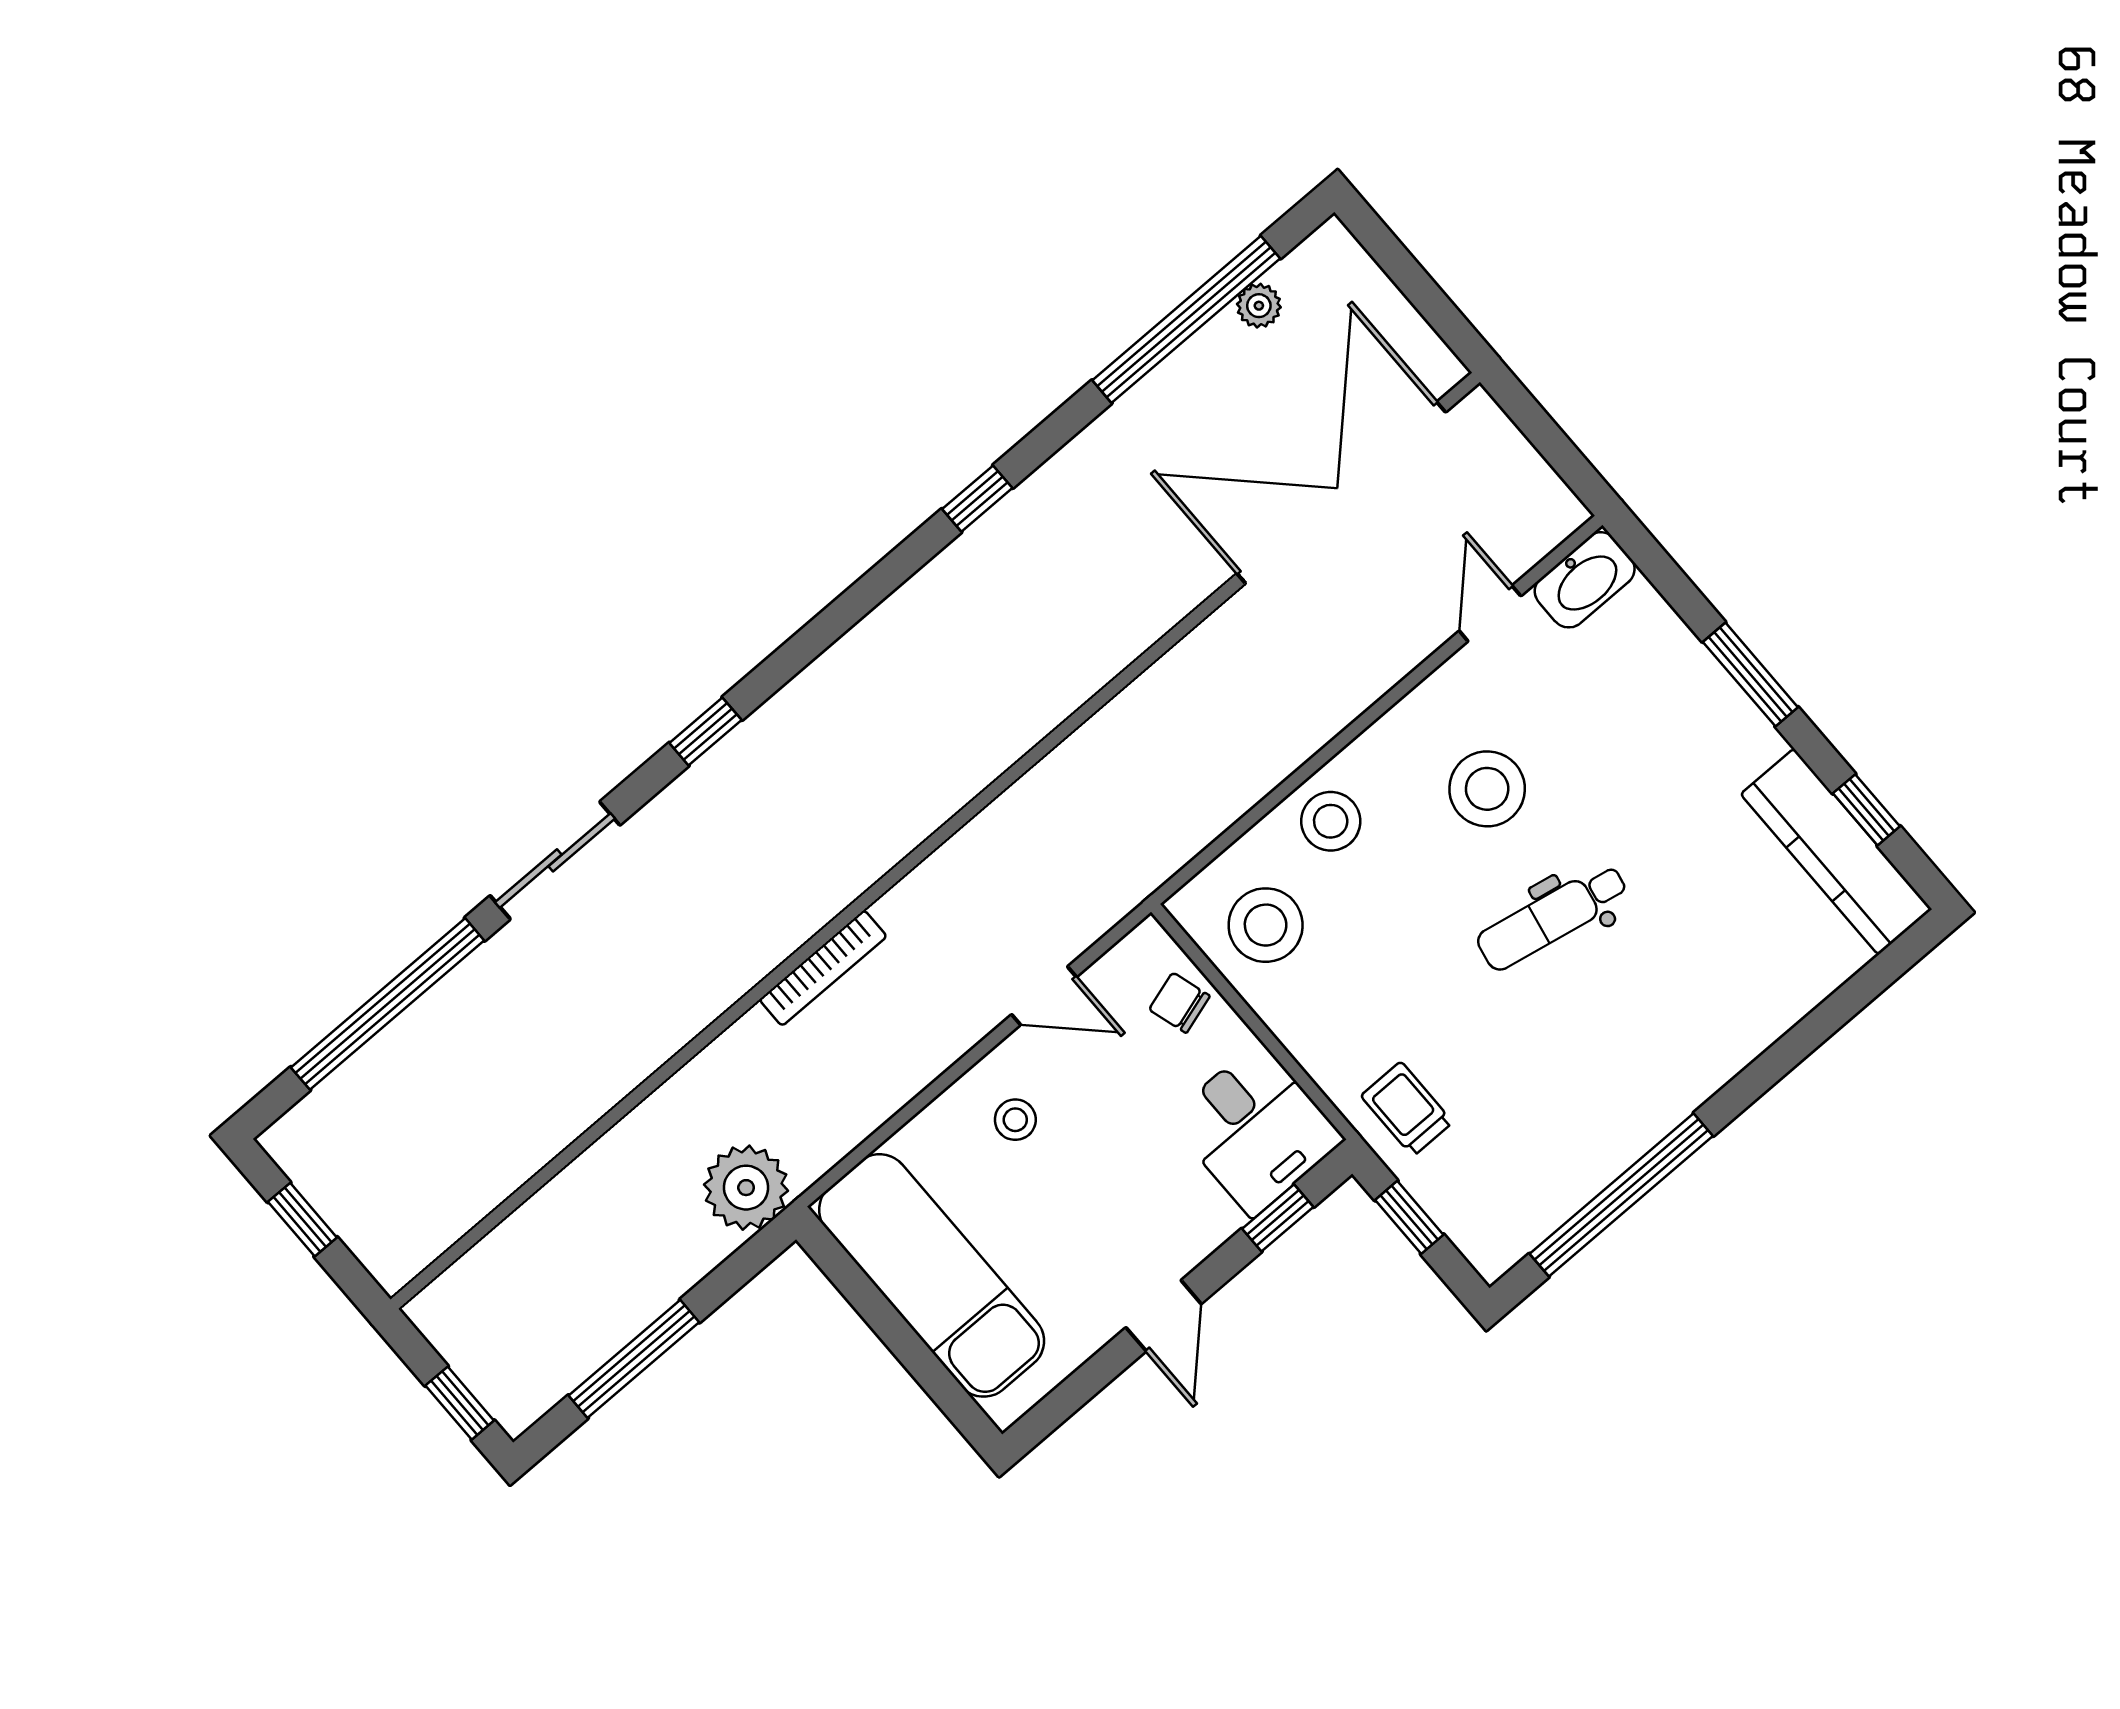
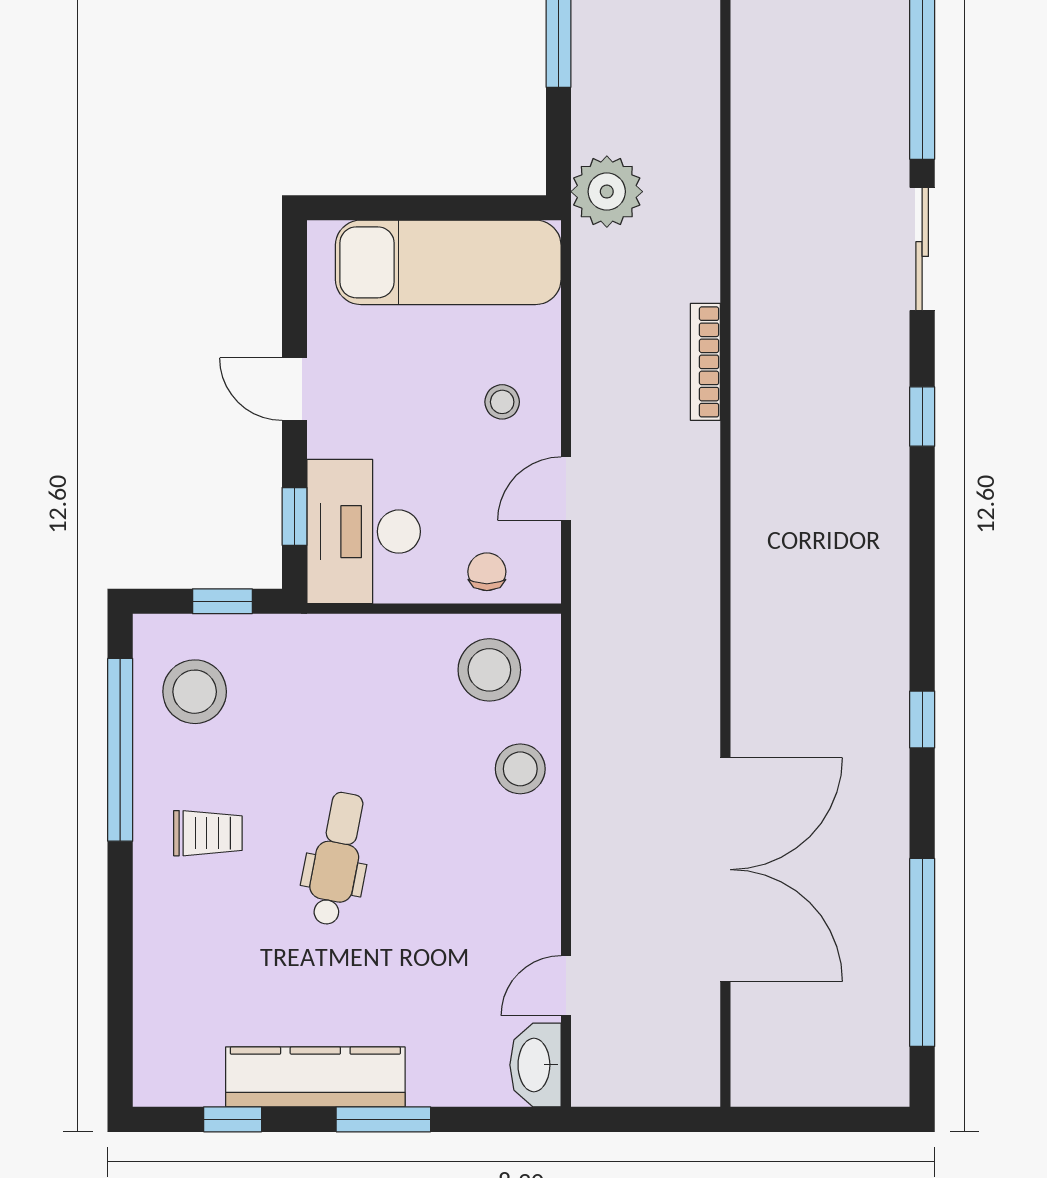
plant: (1259, 306) -> (891, 1007), removed
double door: (1341, 493) -> (725, 870), moved
door: (1490, 613) -> (566, 986), swing flipped
stool: (1487, 789) -> (195, 692), moved
kitchen counter: (1836, 852) -> (315, 1077), moved
chair: (1179, 1003) -> (487, 572), turned -73
trolley: (1407, 1109) -> (208, 833), moved
desk: (1256, 1129) -> (364, 532), width x1.37

